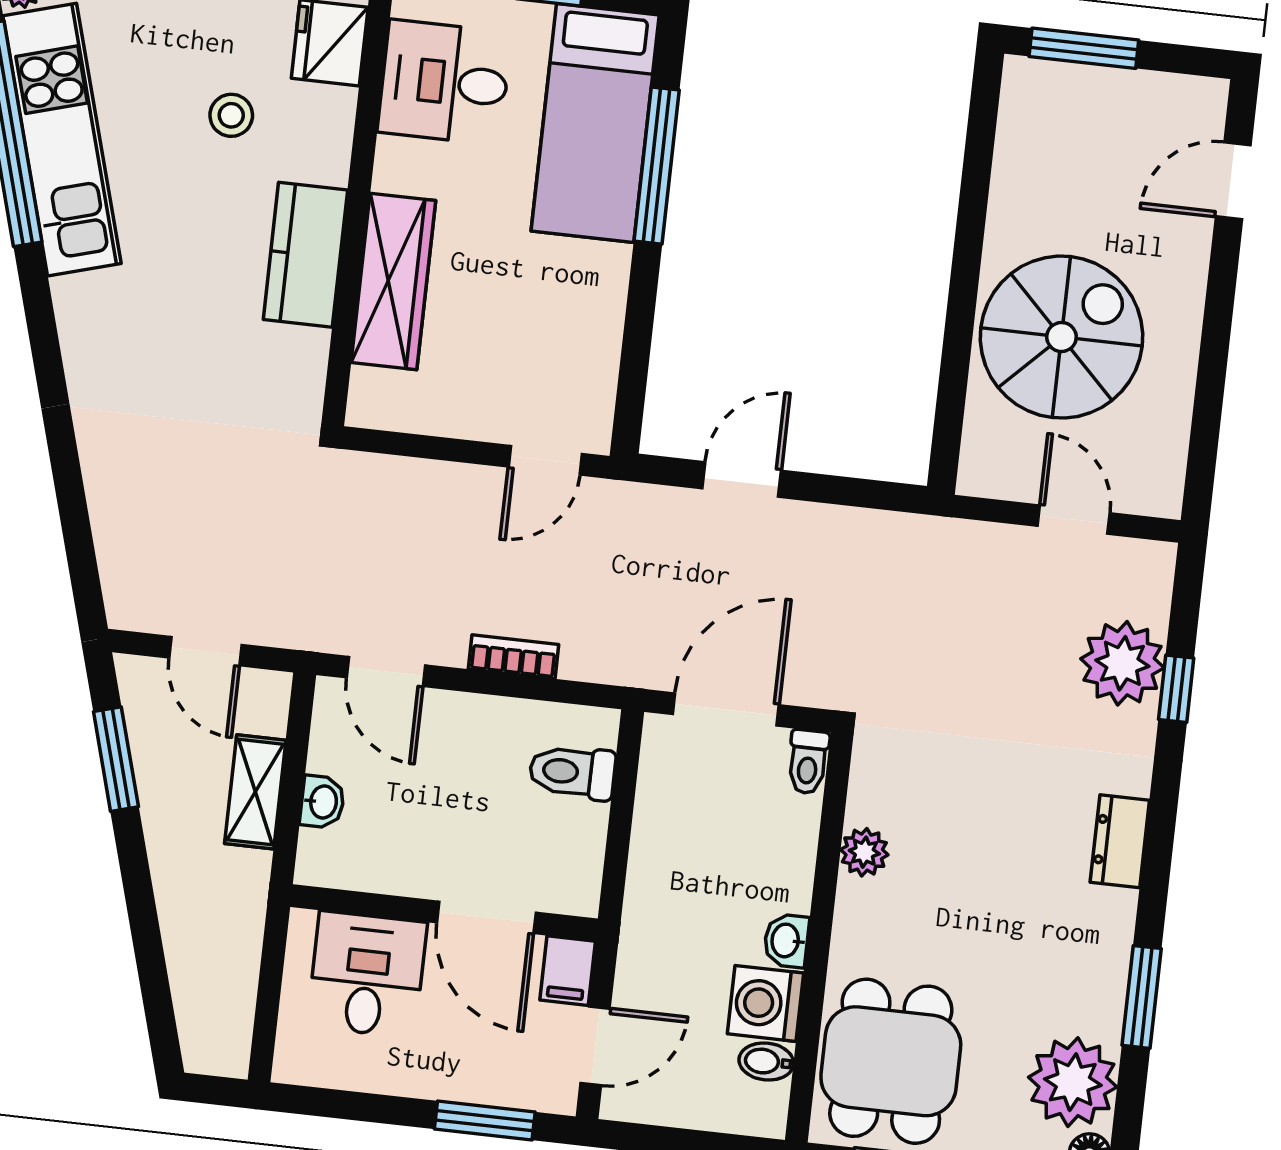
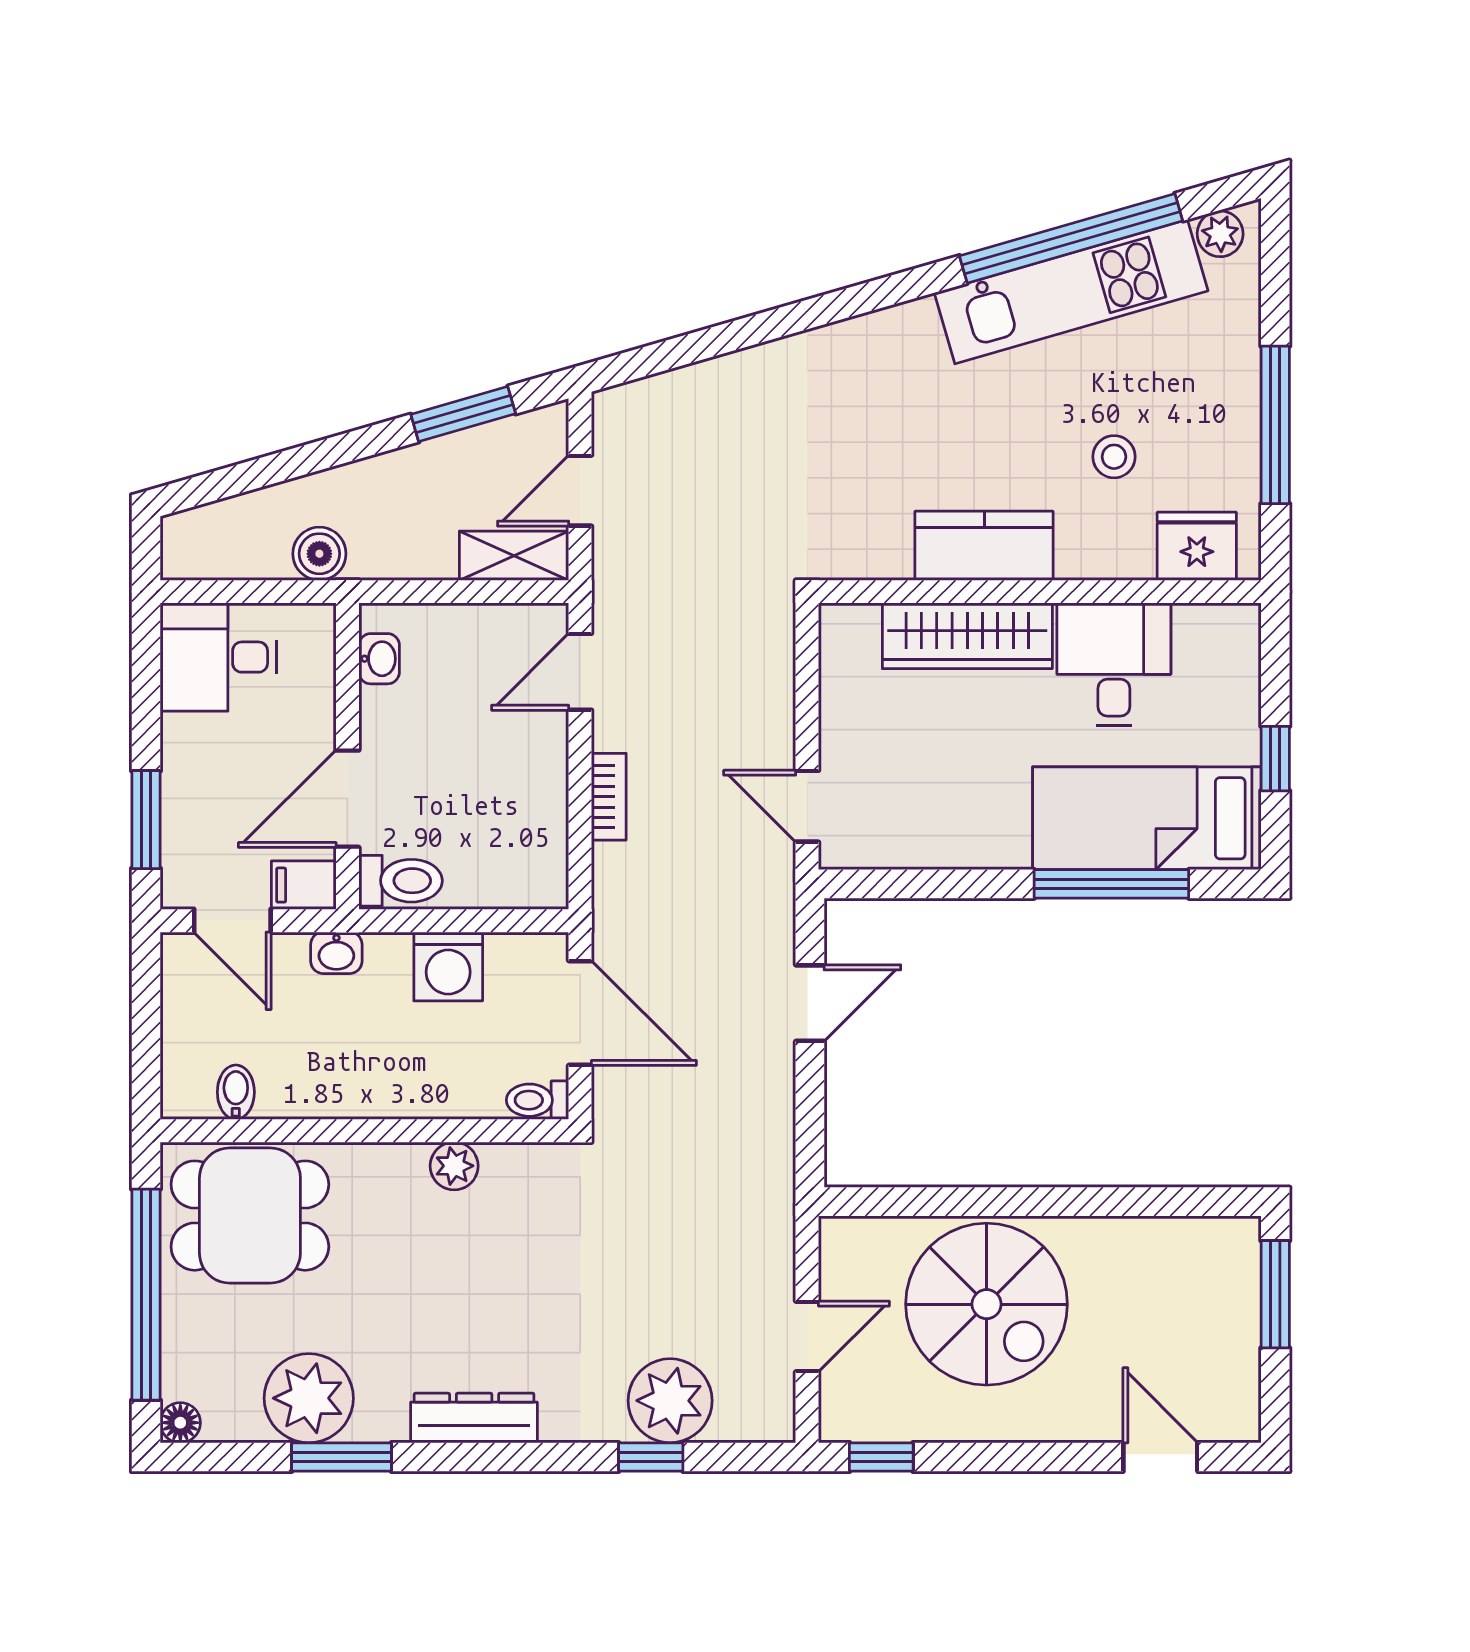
desk: (445, 82) -> (1114, 664), moved
window: (1202, 459) -> (881, 1457), added
door: (742, 479) -> (810, 1003), hinge flipped
toilet: (572, 772) -> (401, 881), moved, turned 90
shelving: (255, 792) -> (514, 556), moved
washbasin: (322, 802) -> (379, 659), moved, turned -90
dresser: (1120, 841) -> (474, 1418), width x1.44
boiler: (239, 918) -> (319, 554), added
washbasin: (786, 941) -> (336, 953), moved, turned 180
desk: (367, 974) -> (219, 657), moved, turned 180
washing machine: (766, 1003) -> (448, 966), moved, turned 180
plant: (1073, 1082) -> (309, 1398), moved

